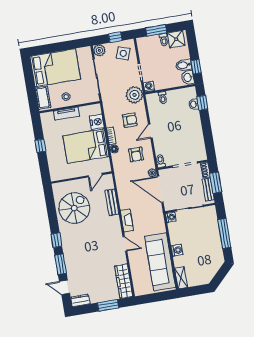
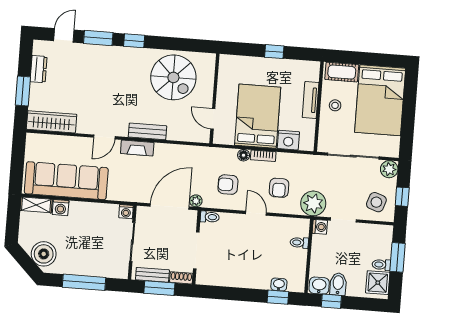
bench: (112, 202) -> (147, 131), moved
washing machine: (177, 250) -> (61, 208), moved
boiler: (212, 265) -> (44, 254), added
dresser: (80, 300) -> (39, 69), moved

